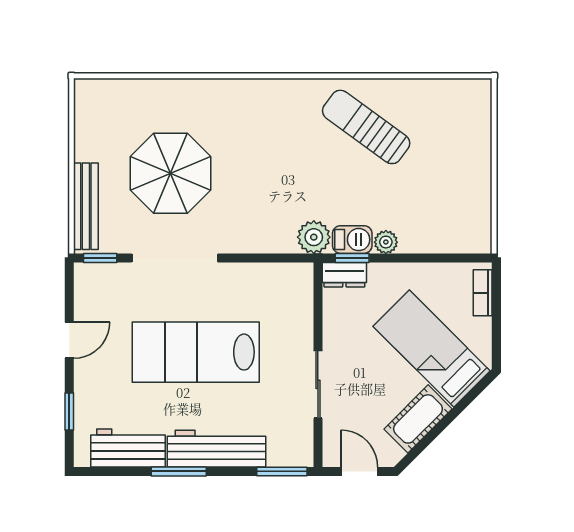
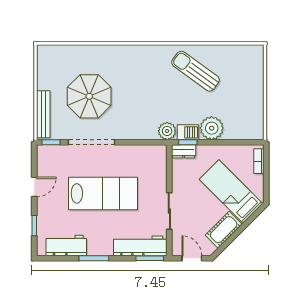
plant: (386, 242) -> (212, 128), width x1.88, depth x1.88
lab bench: (196, 352) -> (103, 193), turned 180
workbench: (216, 449) -> (140, 246), moved

